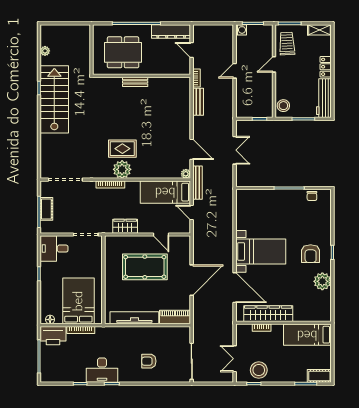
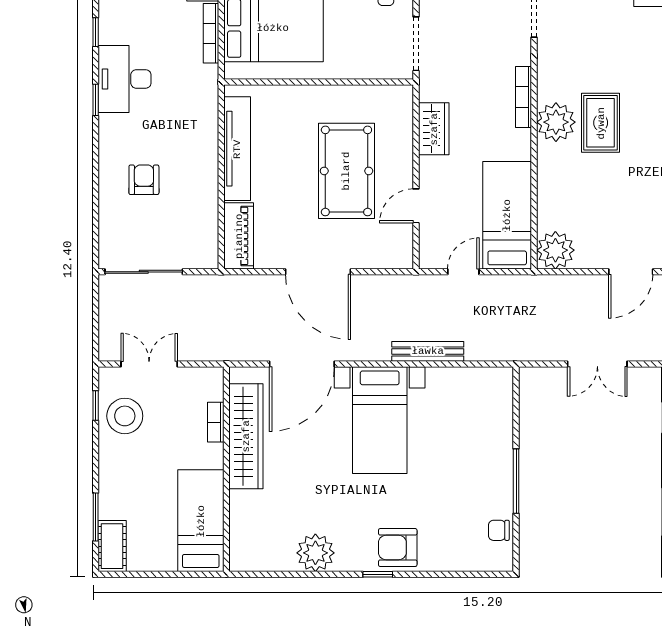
door: (192, 149) -> (631, 272), moved
plant: (186, 174) -> (555, 250), width x1.88, depth x1.88
bench: (198, 183) -> (428, 351), moved
armchair: (311, 254) -> (398, 548), moved

